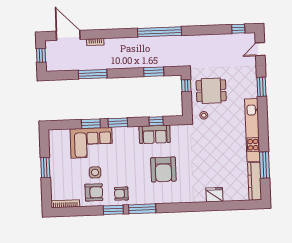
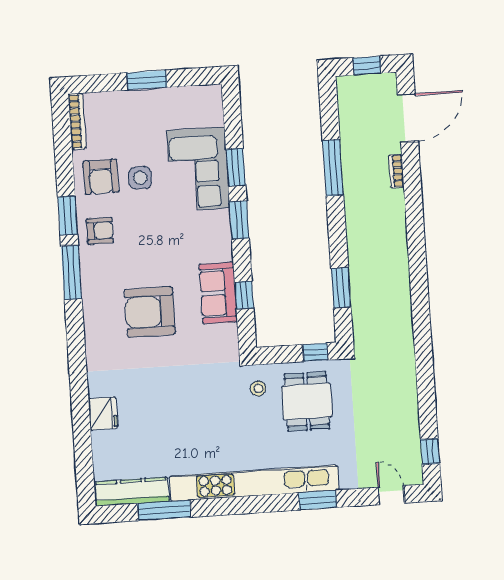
window: (159, 32) -> (420, 297), removed
kitchen unit: (252, 130) -> (254, 483), width x1.36
armchair: (121, 194) -> (100, 231), turned 90

